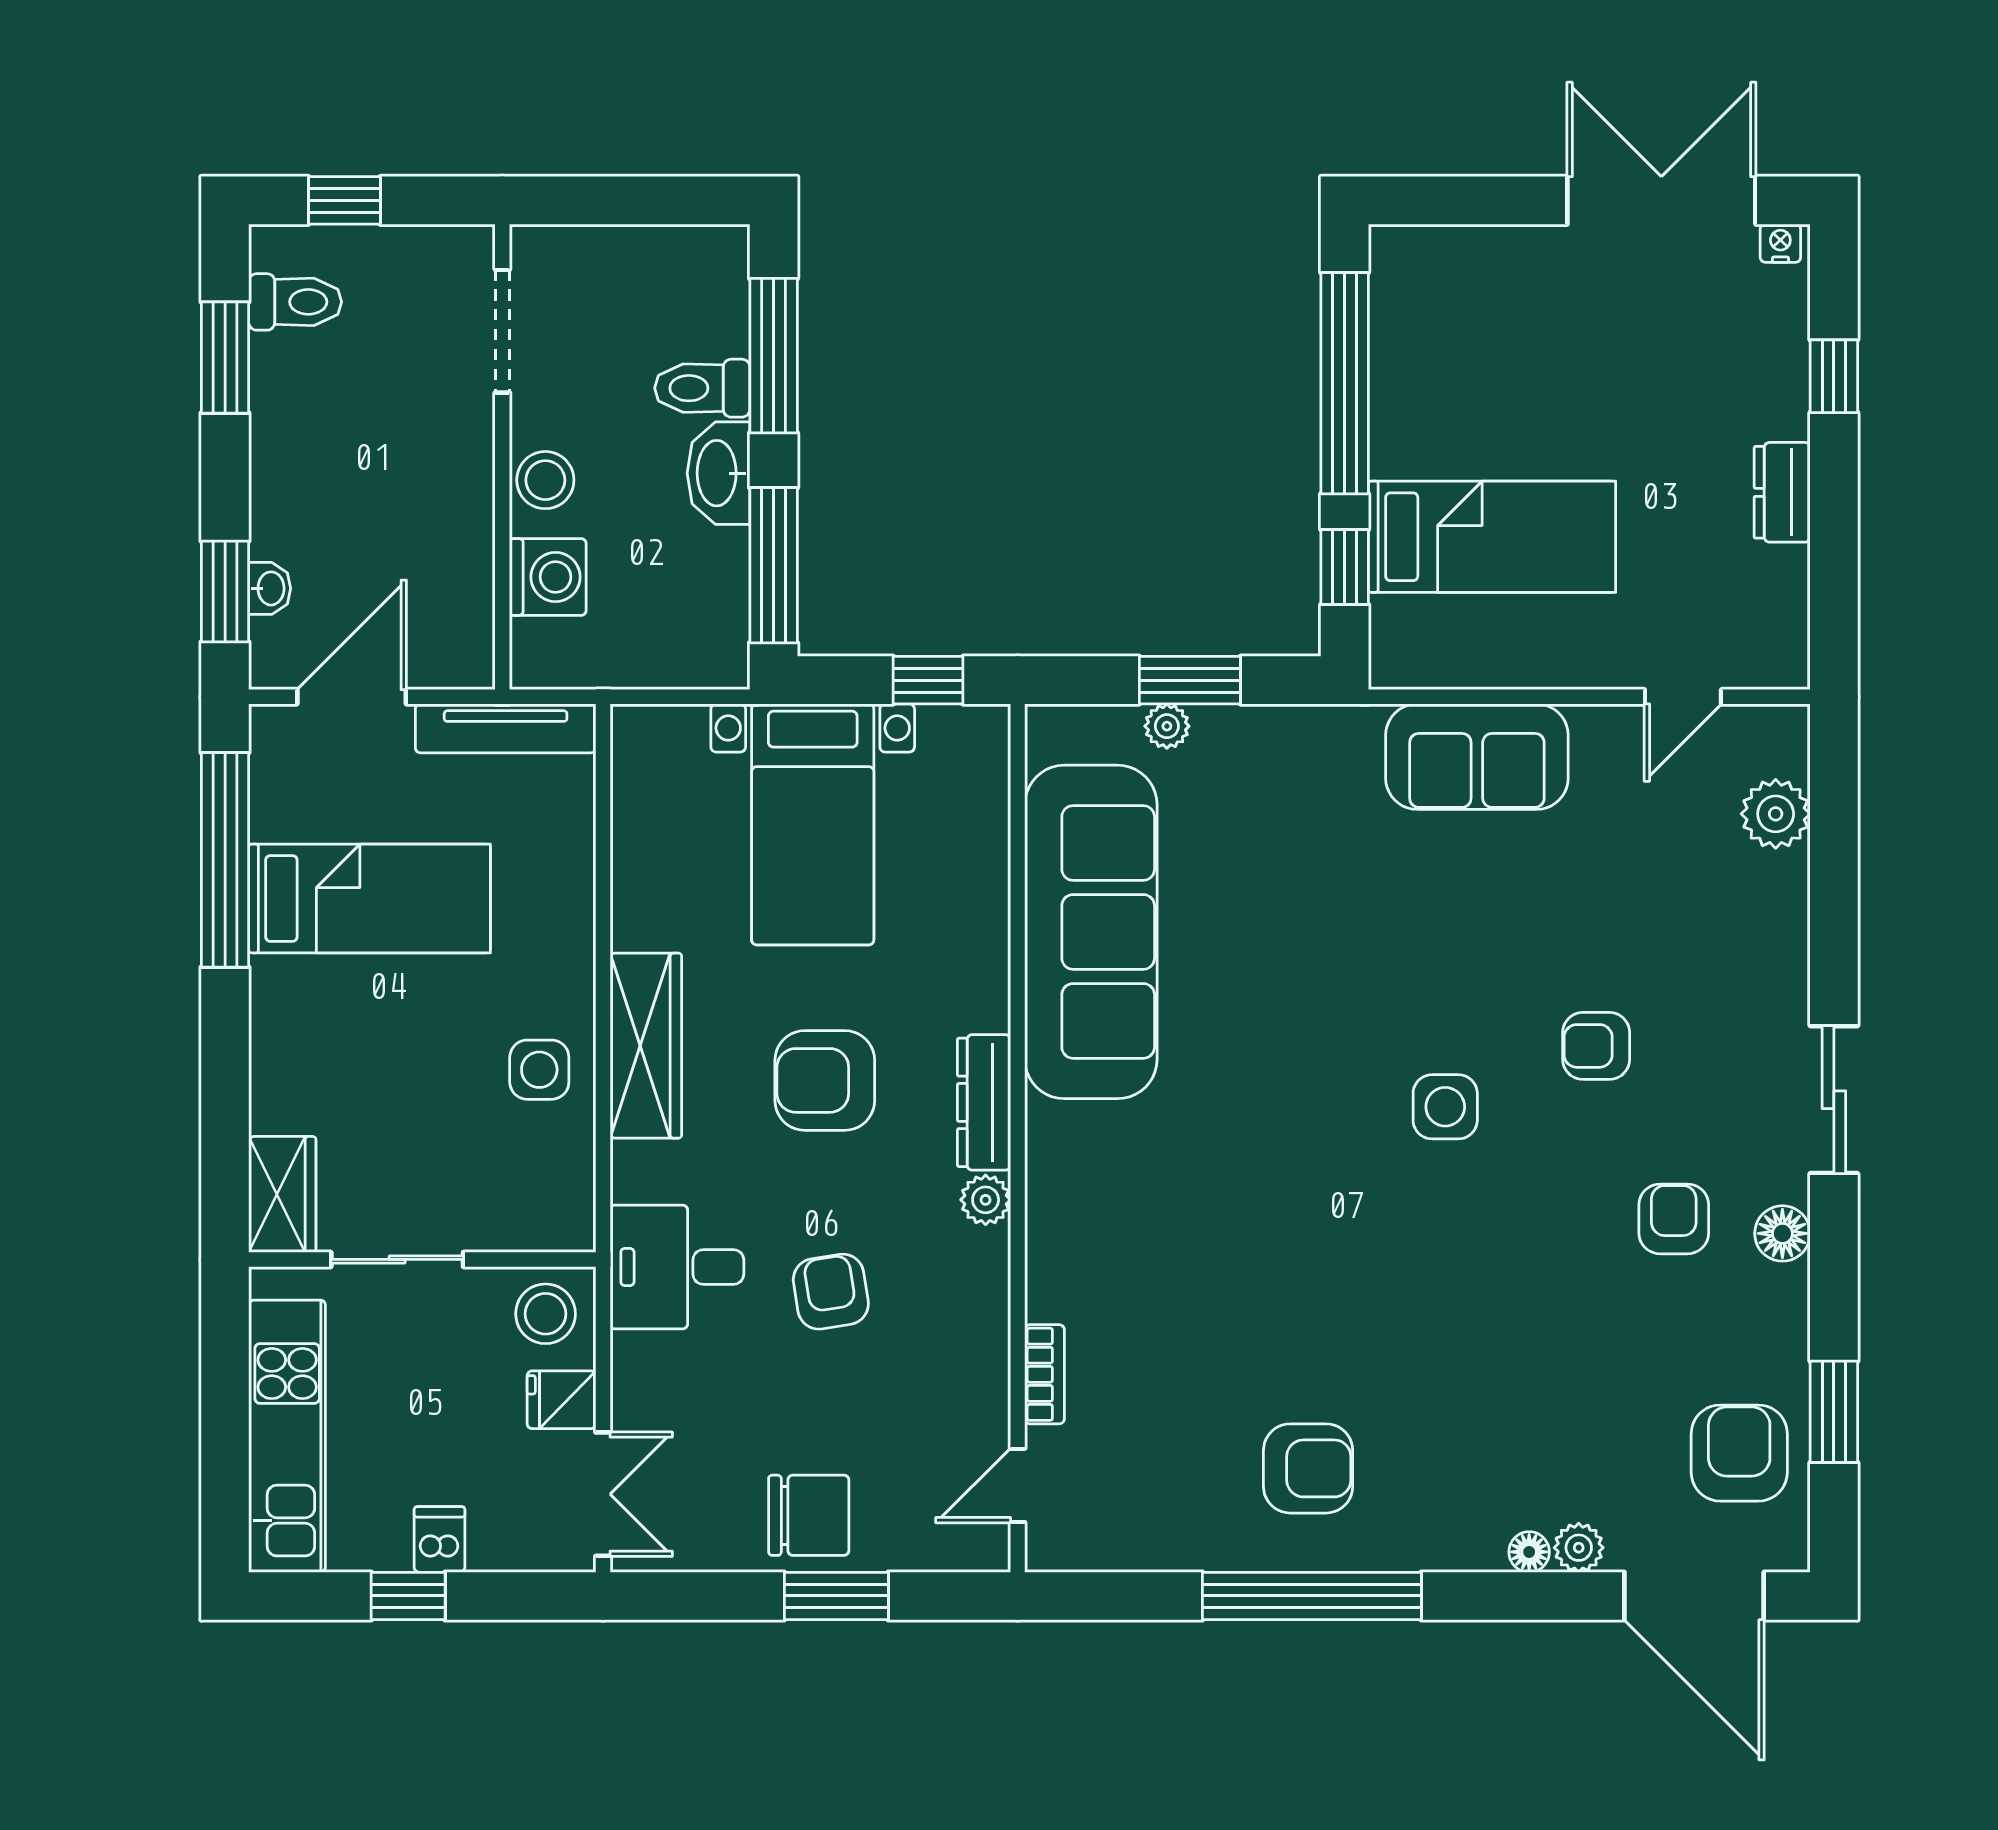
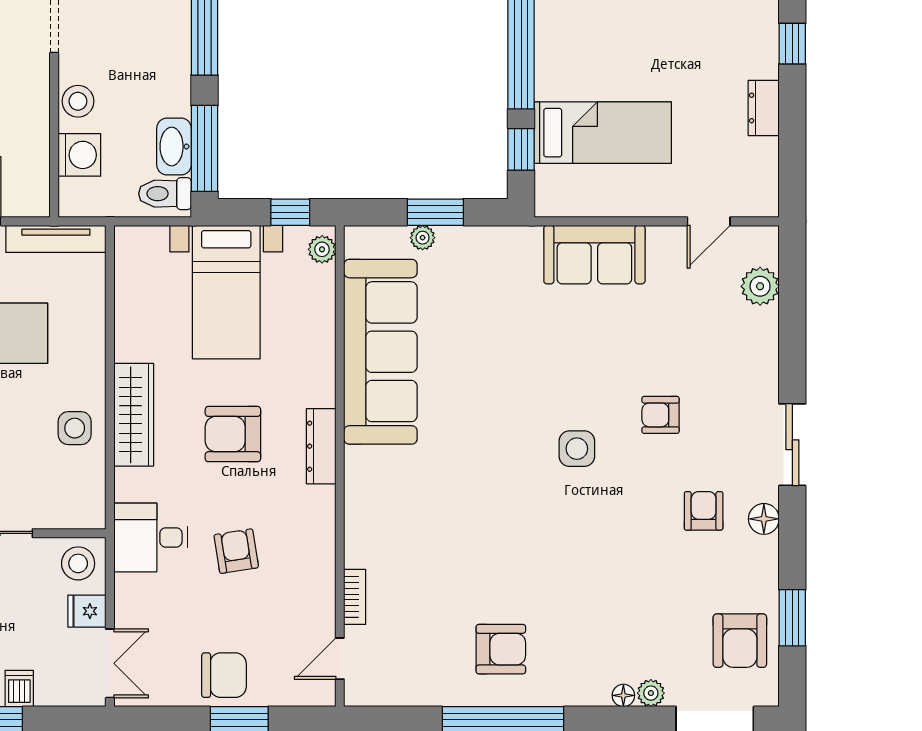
toilet: (702, 388) -> (165, 194), moved
washbasin: (719, 473) -> (174, 147), moved
plant: (986, 1200) -> (322, 249), moved
armchair: (1739, 1453) -> (740, 641), turned 180

